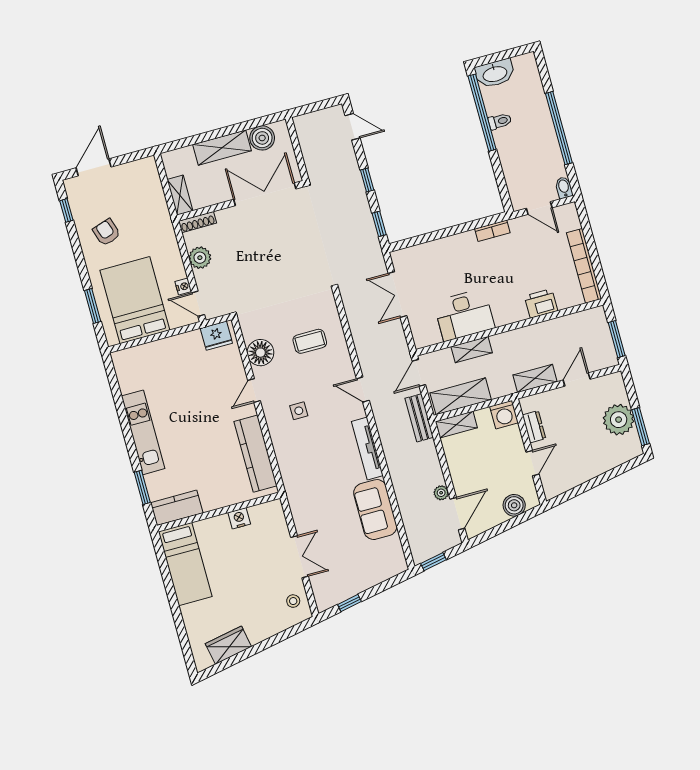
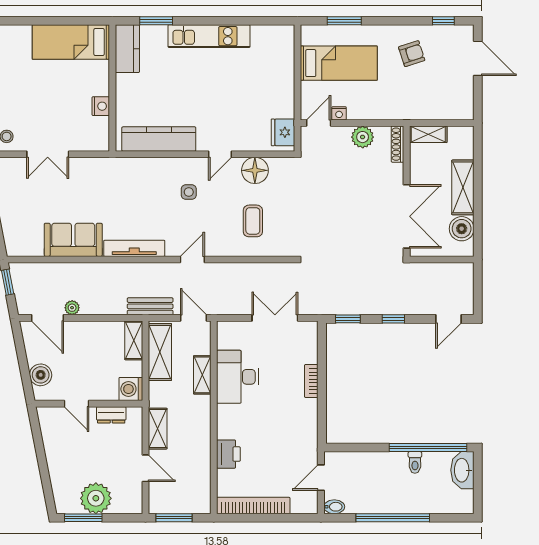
bookcase: (492, 231) -> (311, 381), moved
bed: (135, 300) -> (339, 63), width x0.67
door: (254, 391) -> (220, 154), swing flipped

